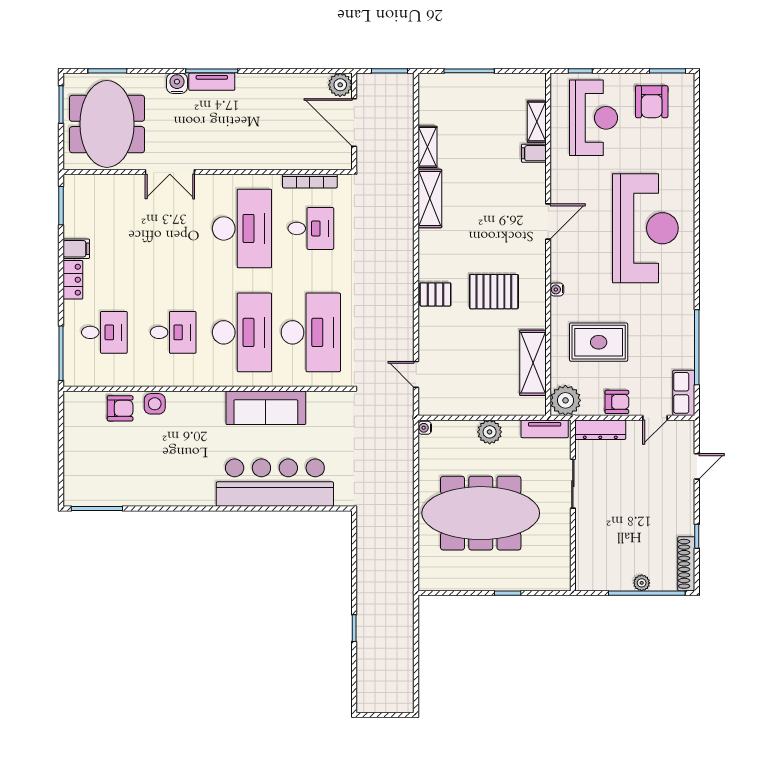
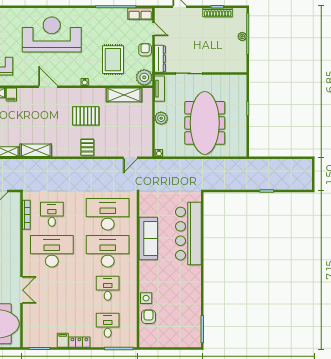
pallet: (494, 292) -> (86, 116), turned 90
shoe rack: (686, 564) -> (218, 12), moved

